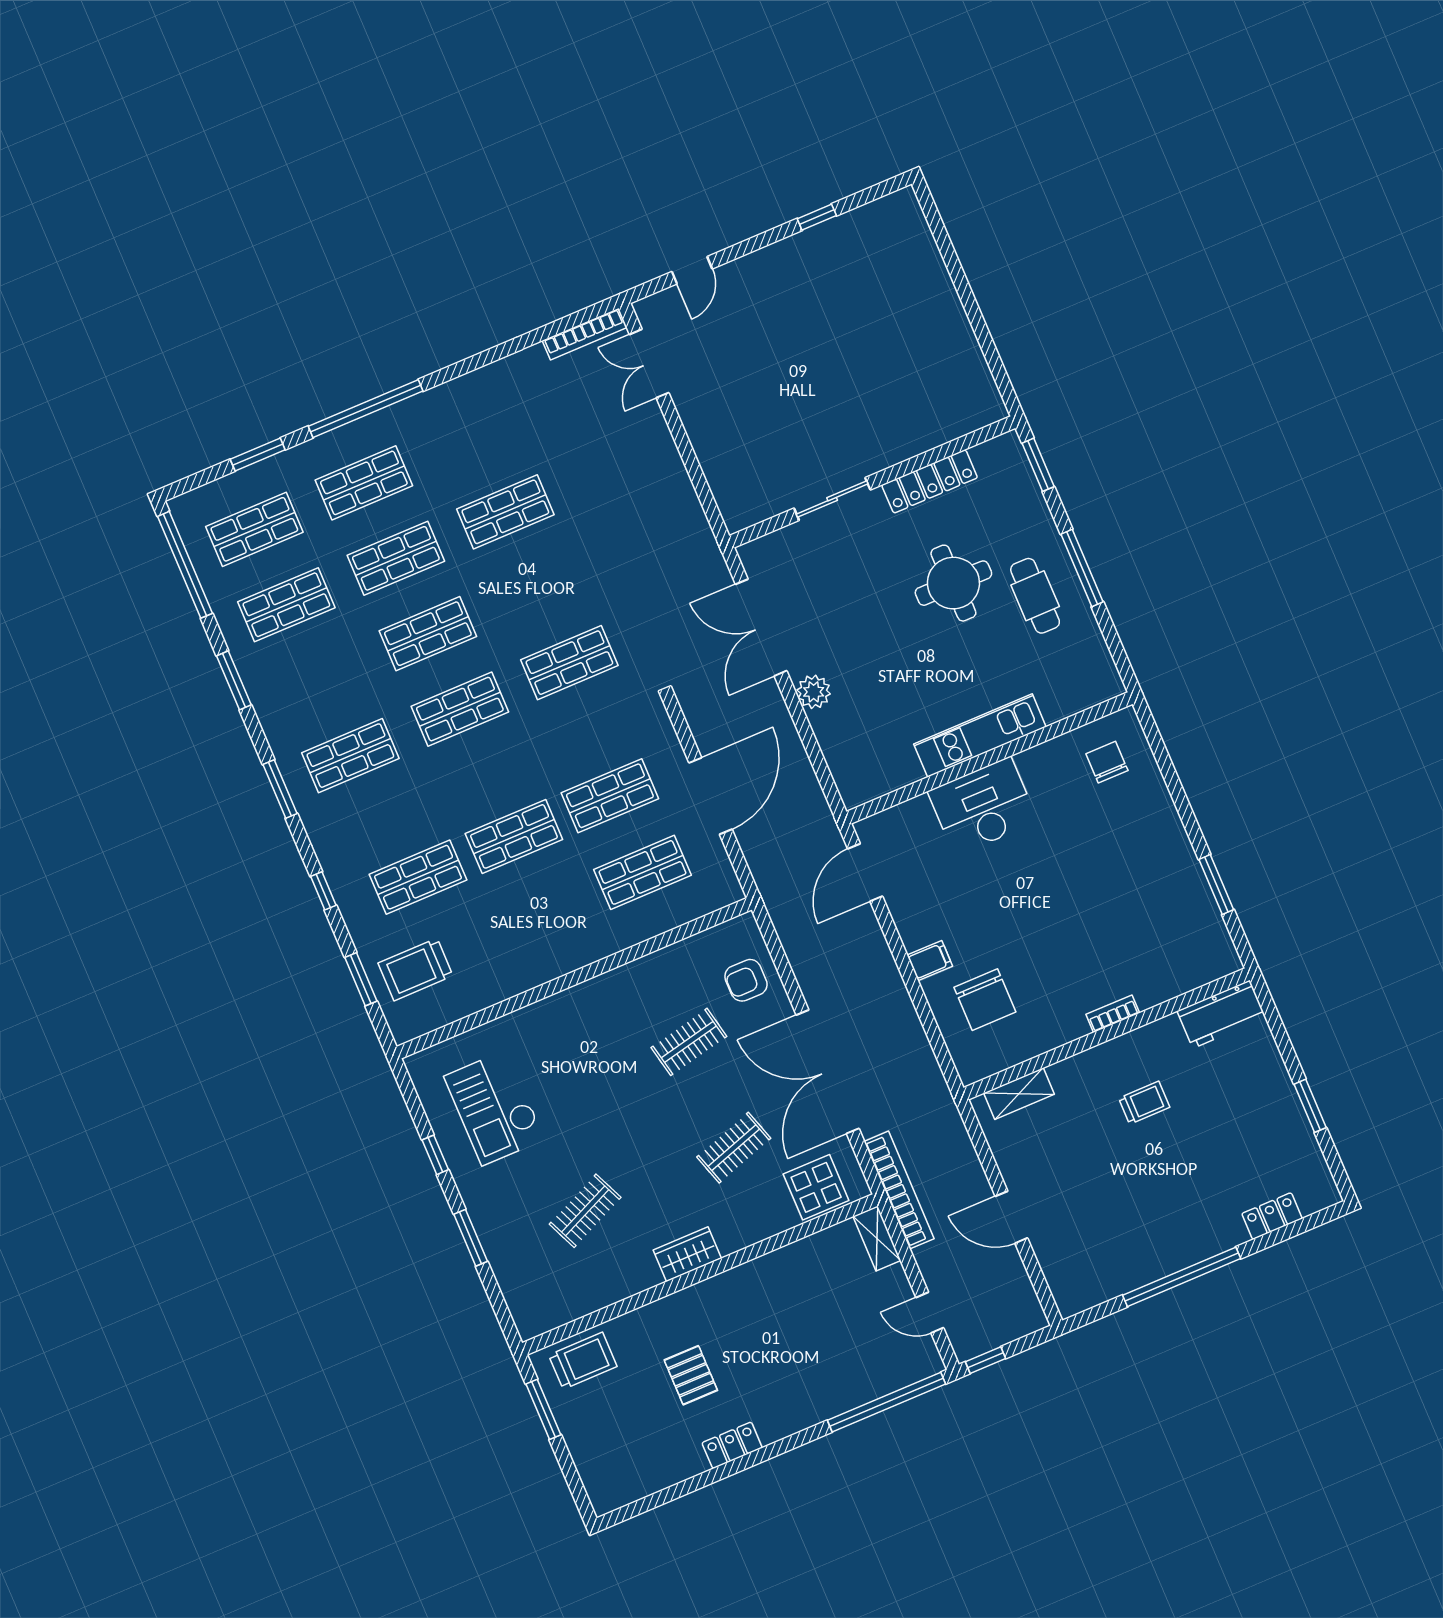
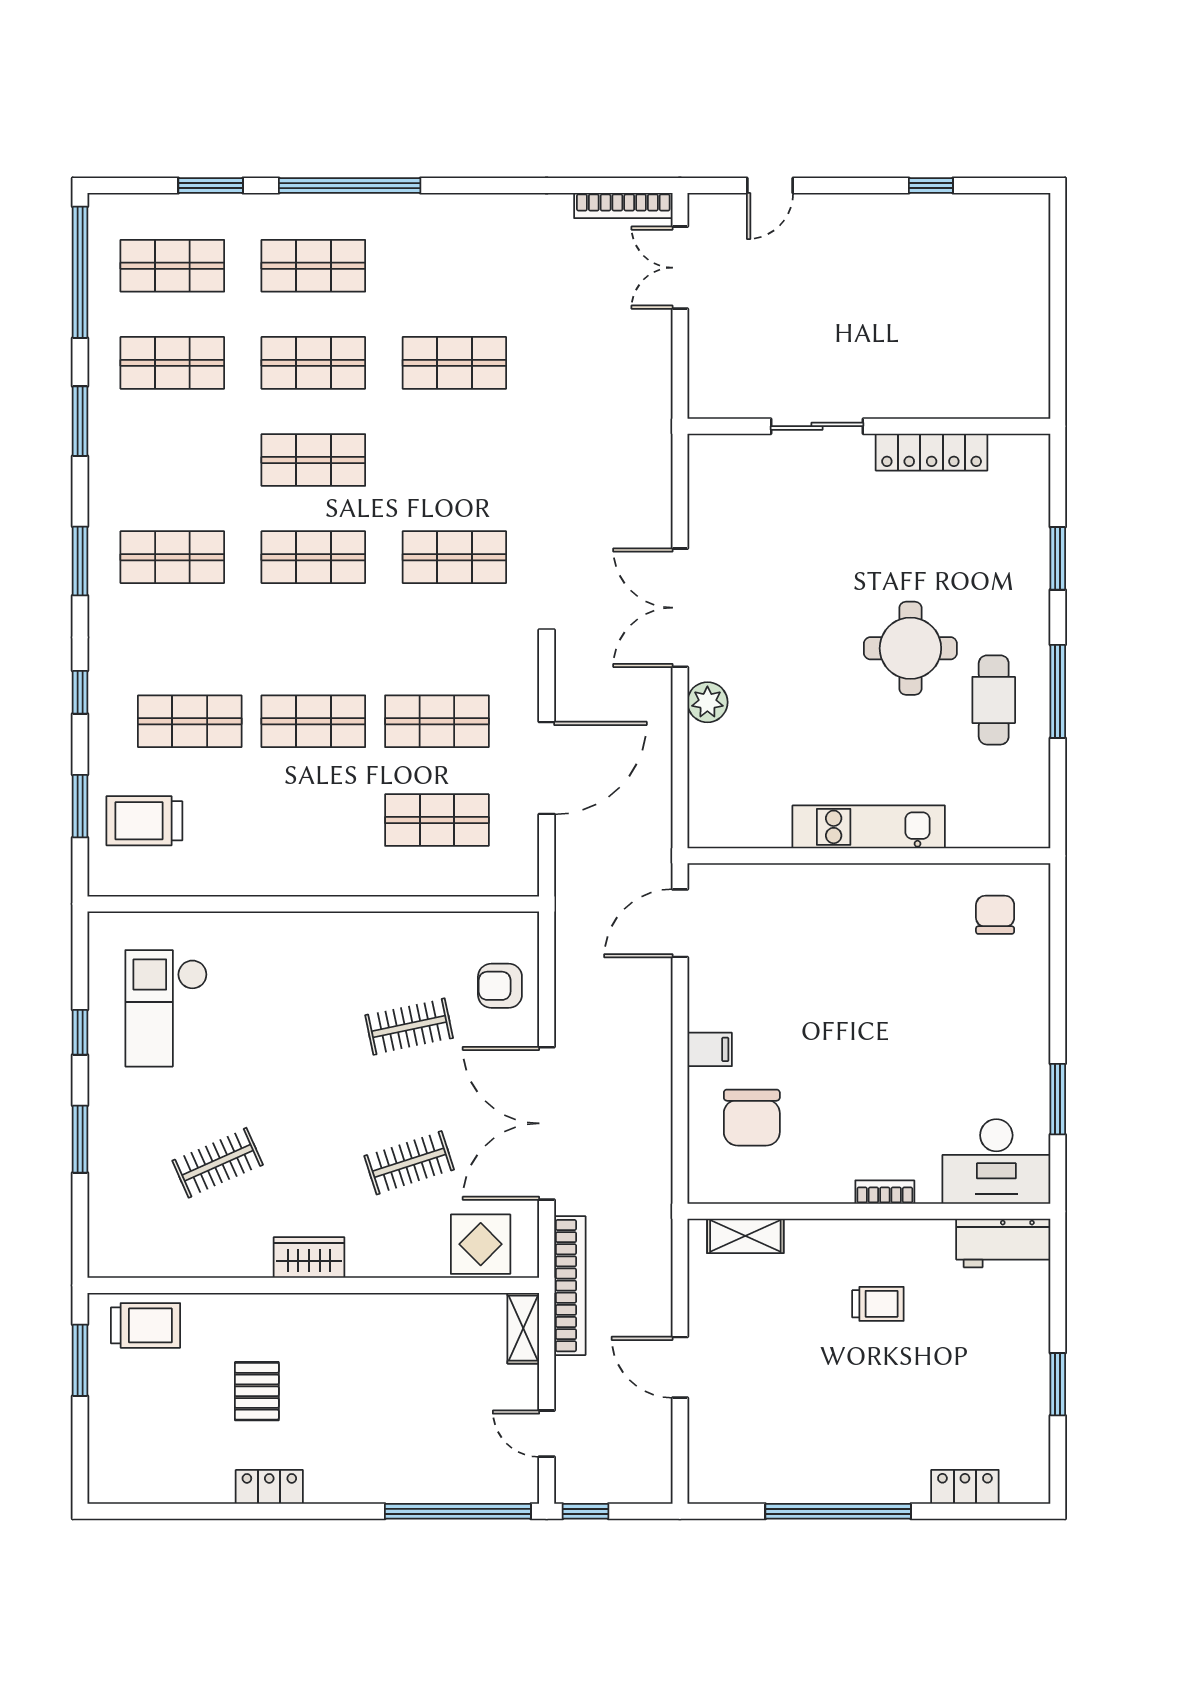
locker: (930, 481) -> (932, 452), moved
wall: (872, 482) -> (869, 426), moved
sliding door: (832, 499) -> (817, 426), moved
desk: (983, 806) -> (996, 1162), moved, turned 180

